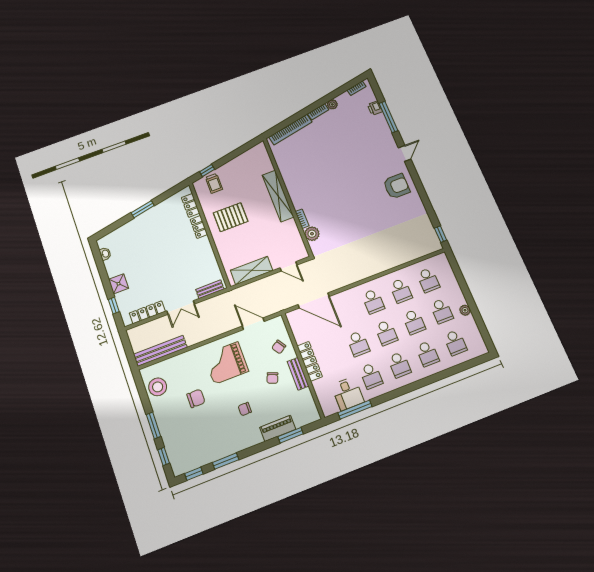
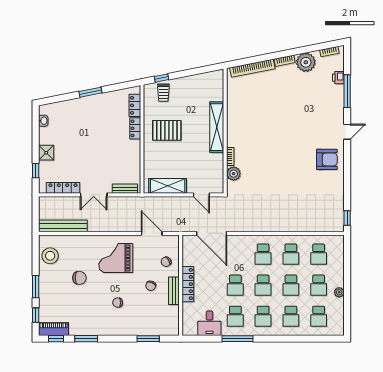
plant: (332, 104) -> (306, 62), width x1.88, depth x1.88
window: (355, 410) -> (237, 339), moved
piano: (278, 428) -> (54, 329), moved

